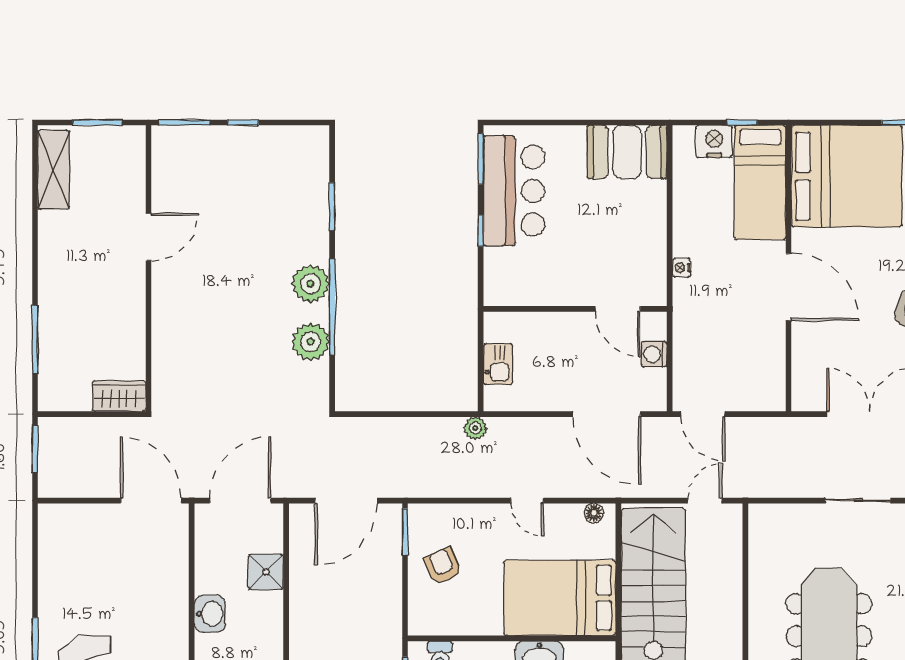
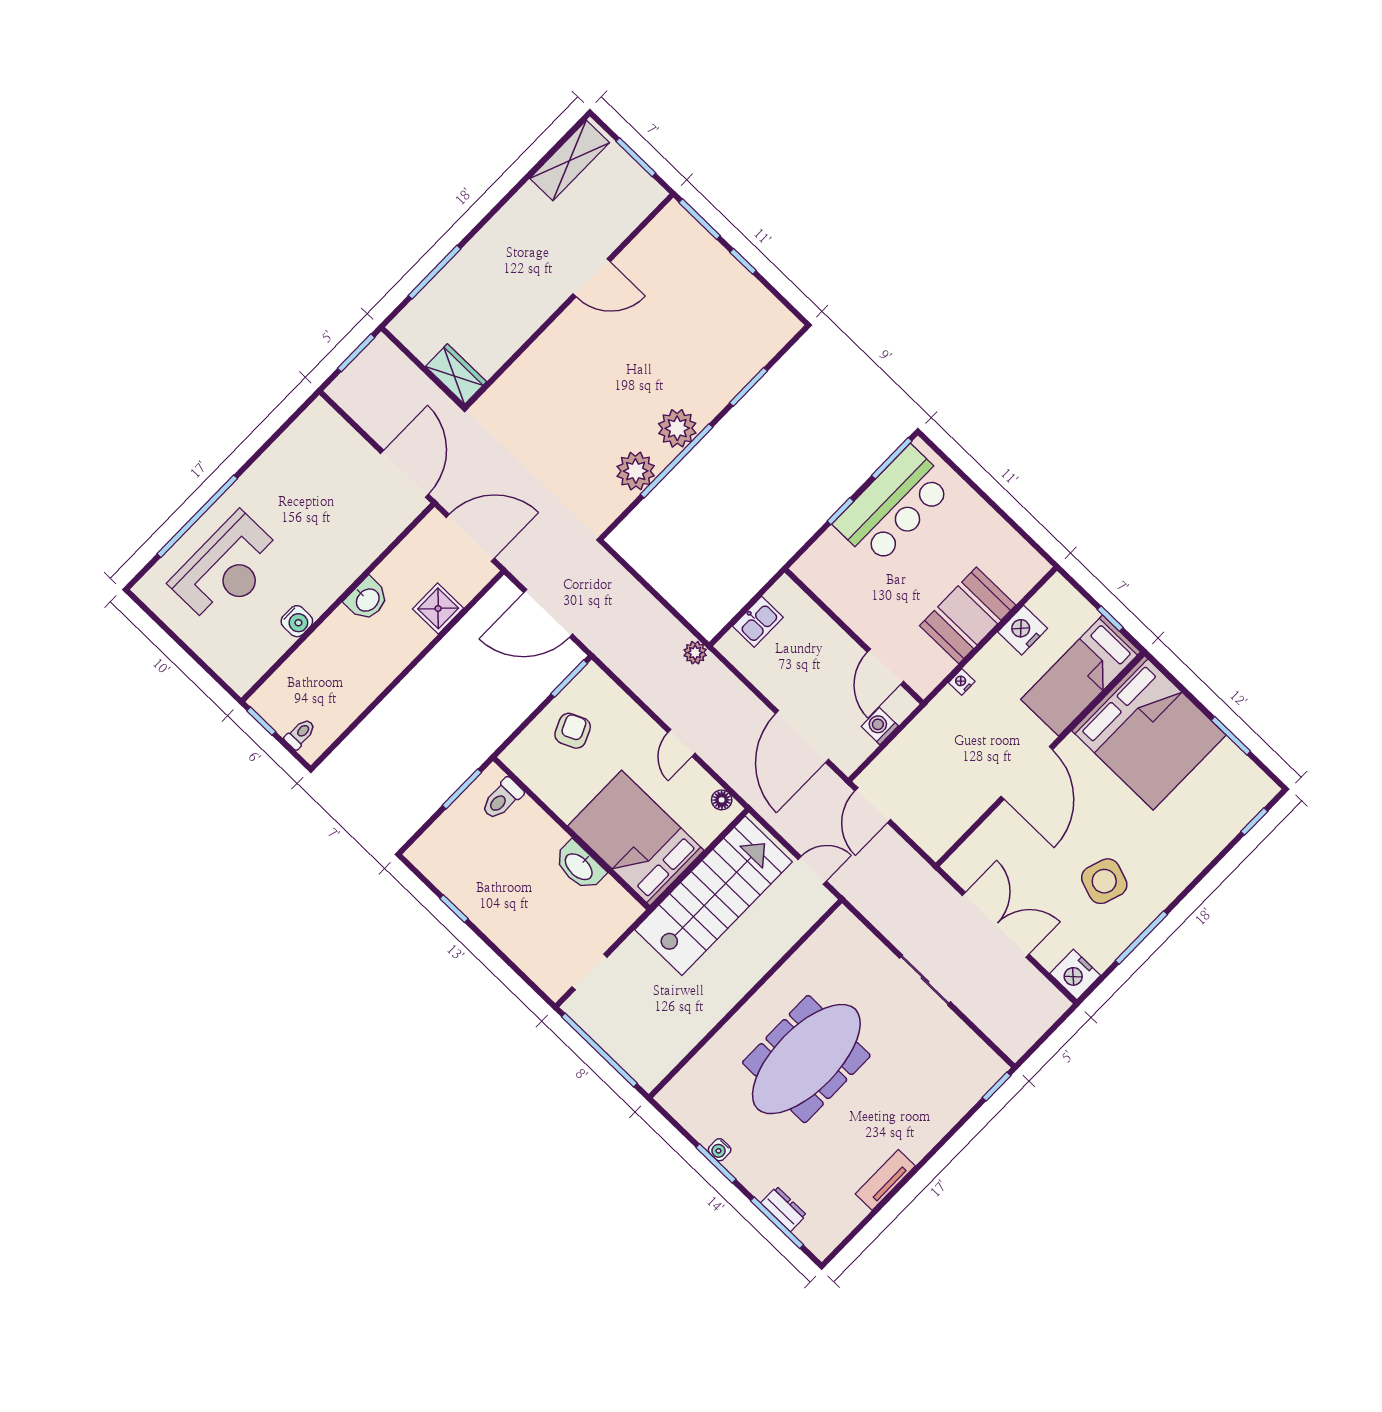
nightstand: (714, 141) -> (1023, 630), moved, turned -90
booth: (627, 152) -> (968, 615), moved, turned 90

